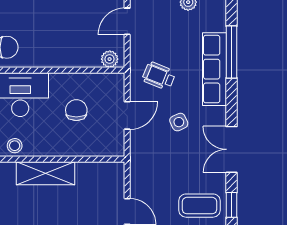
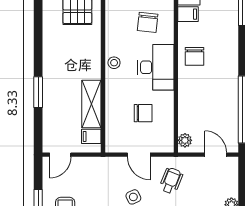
shelving: (46, 173) -> (91, 104), moved
filing cabinet: (105, 173) -> (91, 136), added

